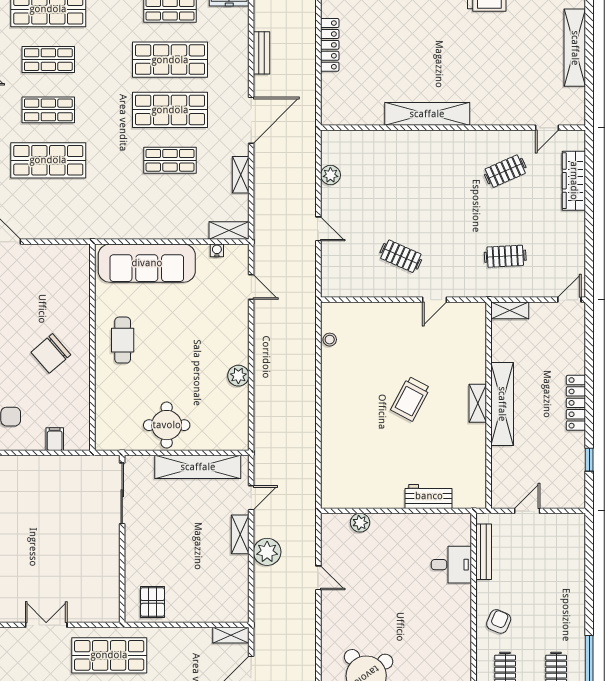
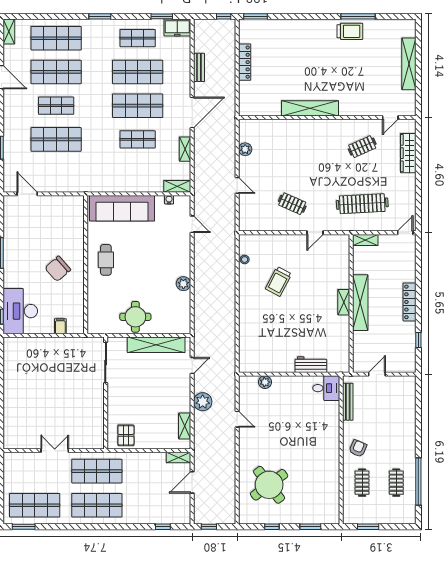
shop shelf: (48, 60) -> (56, 72), width x1.43, depth x1.36
clothes rail: (505, 256) -> (362, 204), width x1.86, depth x1.31
trolley: (410, 399) -> (278, 281), moved
shelving: (240, 534) -> (185, 426), moved
desk: (451, 565) -> (326, 388), moved

